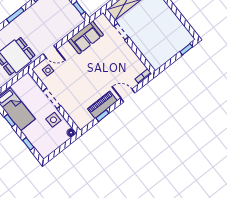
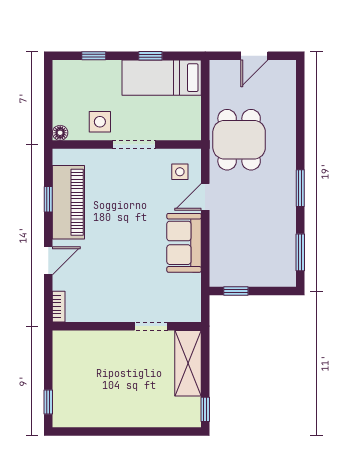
sofa: (86, 38) -> (184, 243), moved
piano: (102, 105) -> (68, 202), width x1.37, depth x1.33

